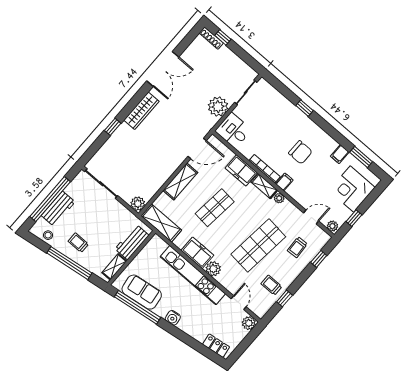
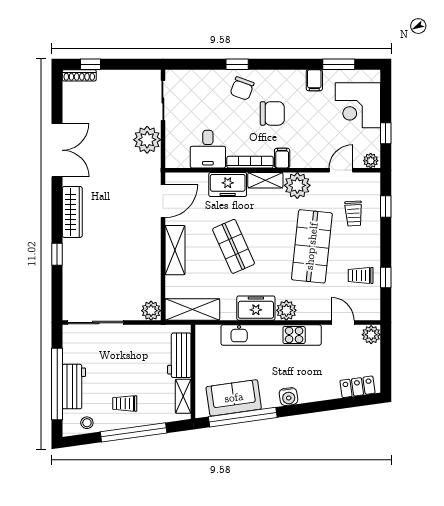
chair: (296, 124) -> (242, 88), added
desk: (233, 130) -> (208, 149), moved, turned -90
plant: (279, 198) -> (297, 185), width x1.88, depth x1.88
shop shelf: (215, 208) -> (234, 246), turned -30

